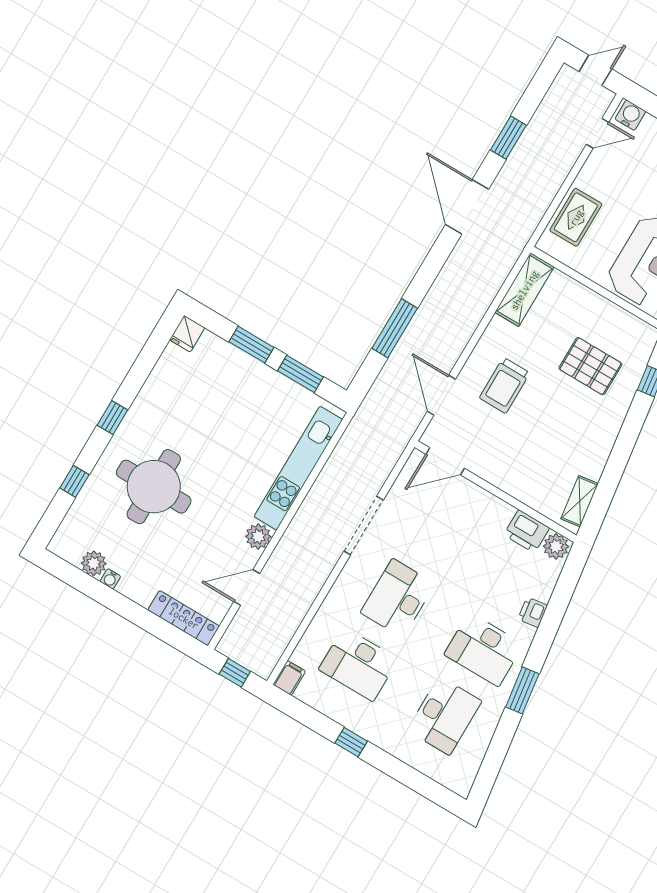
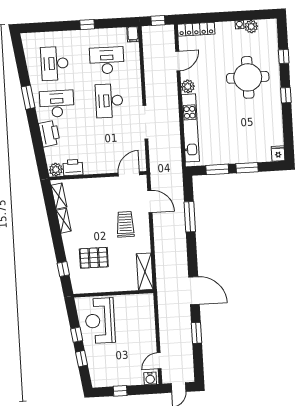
rug: (576, 217) -> (144, 318), removed
shelving: (598, 457) -> (64, 221), added
desk: (398, 598) -> (109, 101), turned 180
printer: (533, 612) -> (49, 134), width x1.87, depth x1.48

